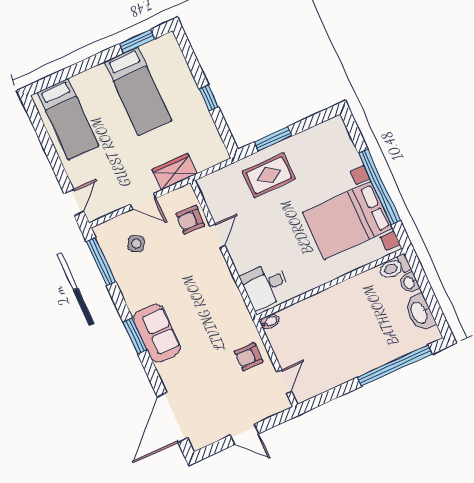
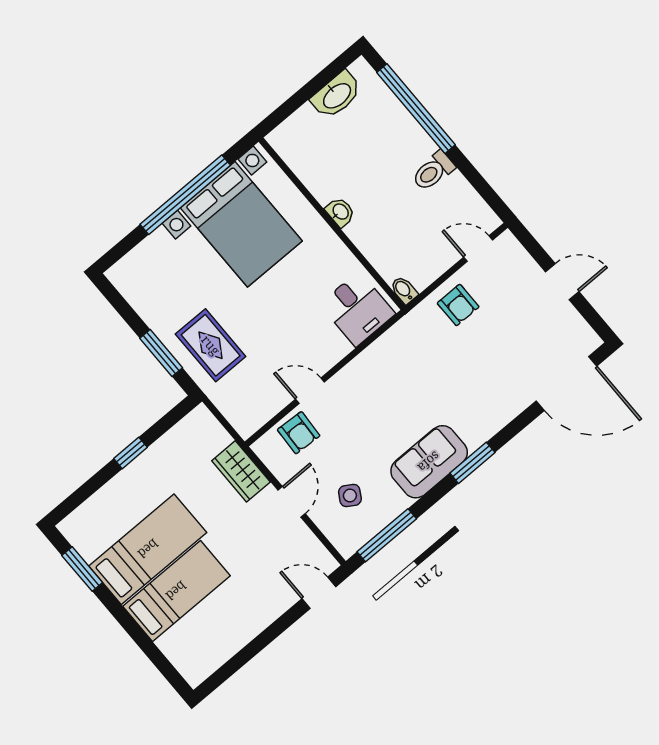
bed: (68, 119) -> (176, 591), moved
toilet: (394, 267) -> (433, 171), moved, turned 90
washbasin: (409, 283) -> (340, 212), moved, turned -90
sofa: (157, 333) -> (429, 462), moved
door: (245, 434) -> (562, 282), hinge flipped

